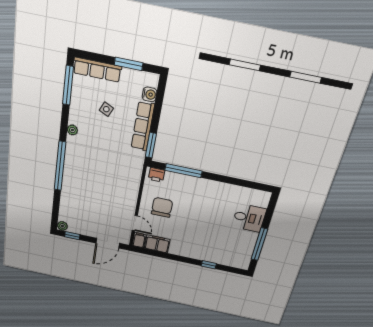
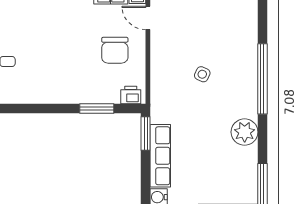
side table: (106, 109) -> (202, 74), moved
plant: (72, 130) -> (245, 132), width x1.88, depth x1.88
window: (183, 171) -> (97, 109), width x0.69

